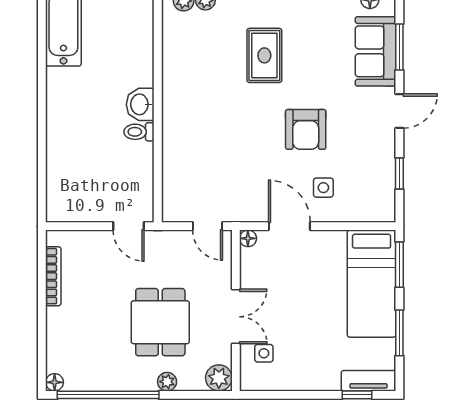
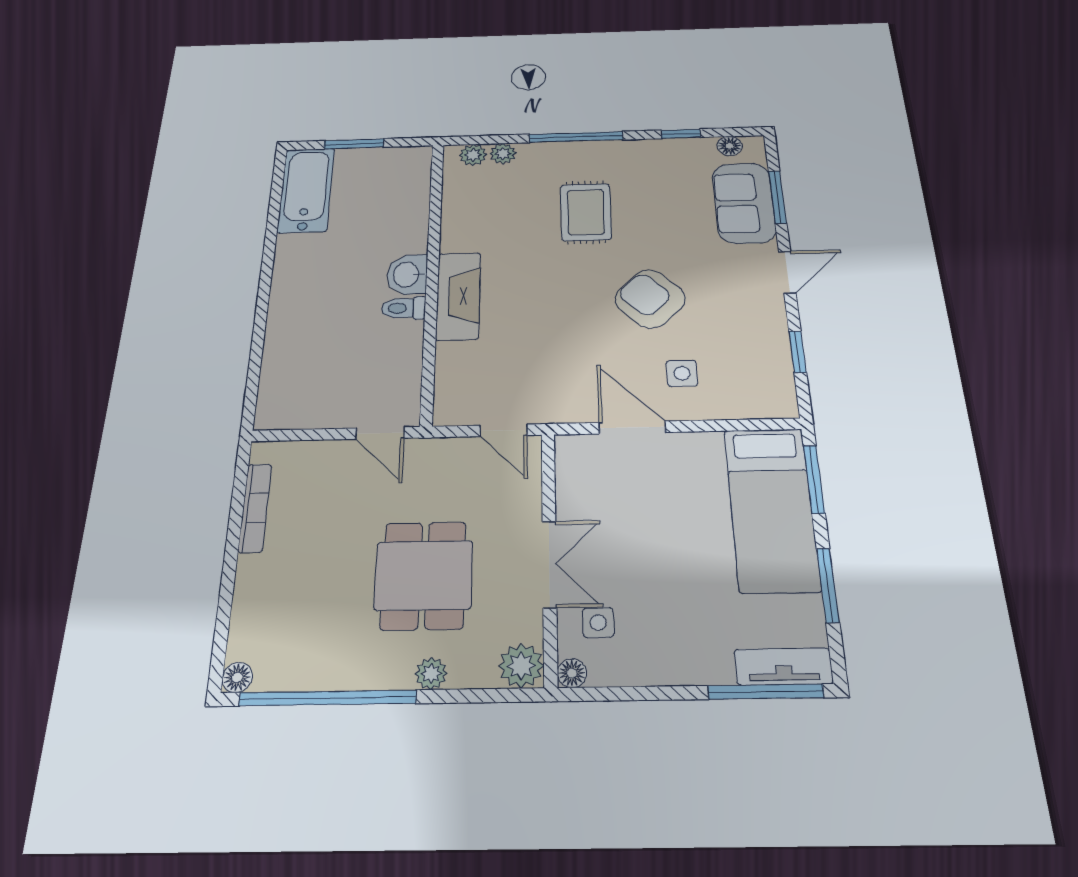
fireplace: (176, 123) -> (458, 296), added
armchair: (306, 129) -> (650, 299), turned 135
floor lamp: (248, 238) -> (572, 673), moved
window: (357, 395) -> (766, 692), width x2.17

